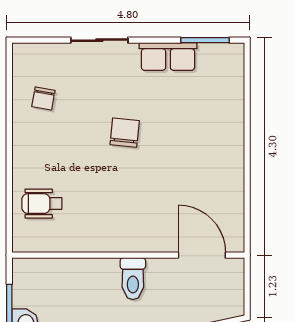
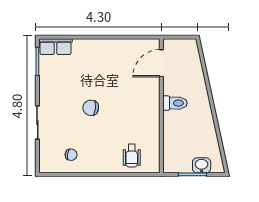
row of seats: (168, 56) -> (56, 47), moved, turned 90

